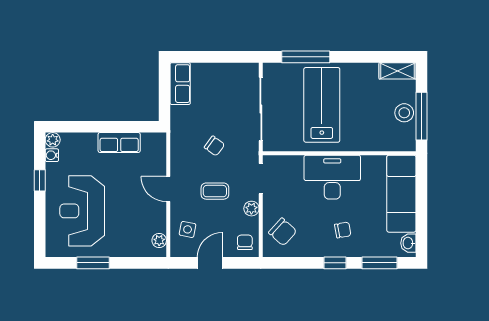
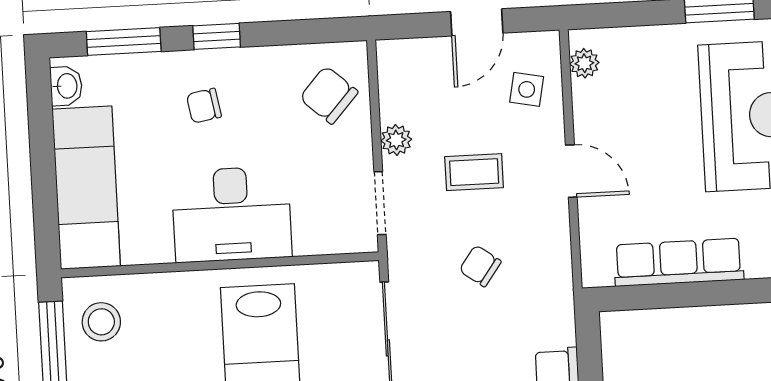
stool: (404, 113) -> (101, 322), moved
row of seats: (119, 142) -> (679, 262), width x1.48
chair: (245, 242) -> (406, 69), removed

